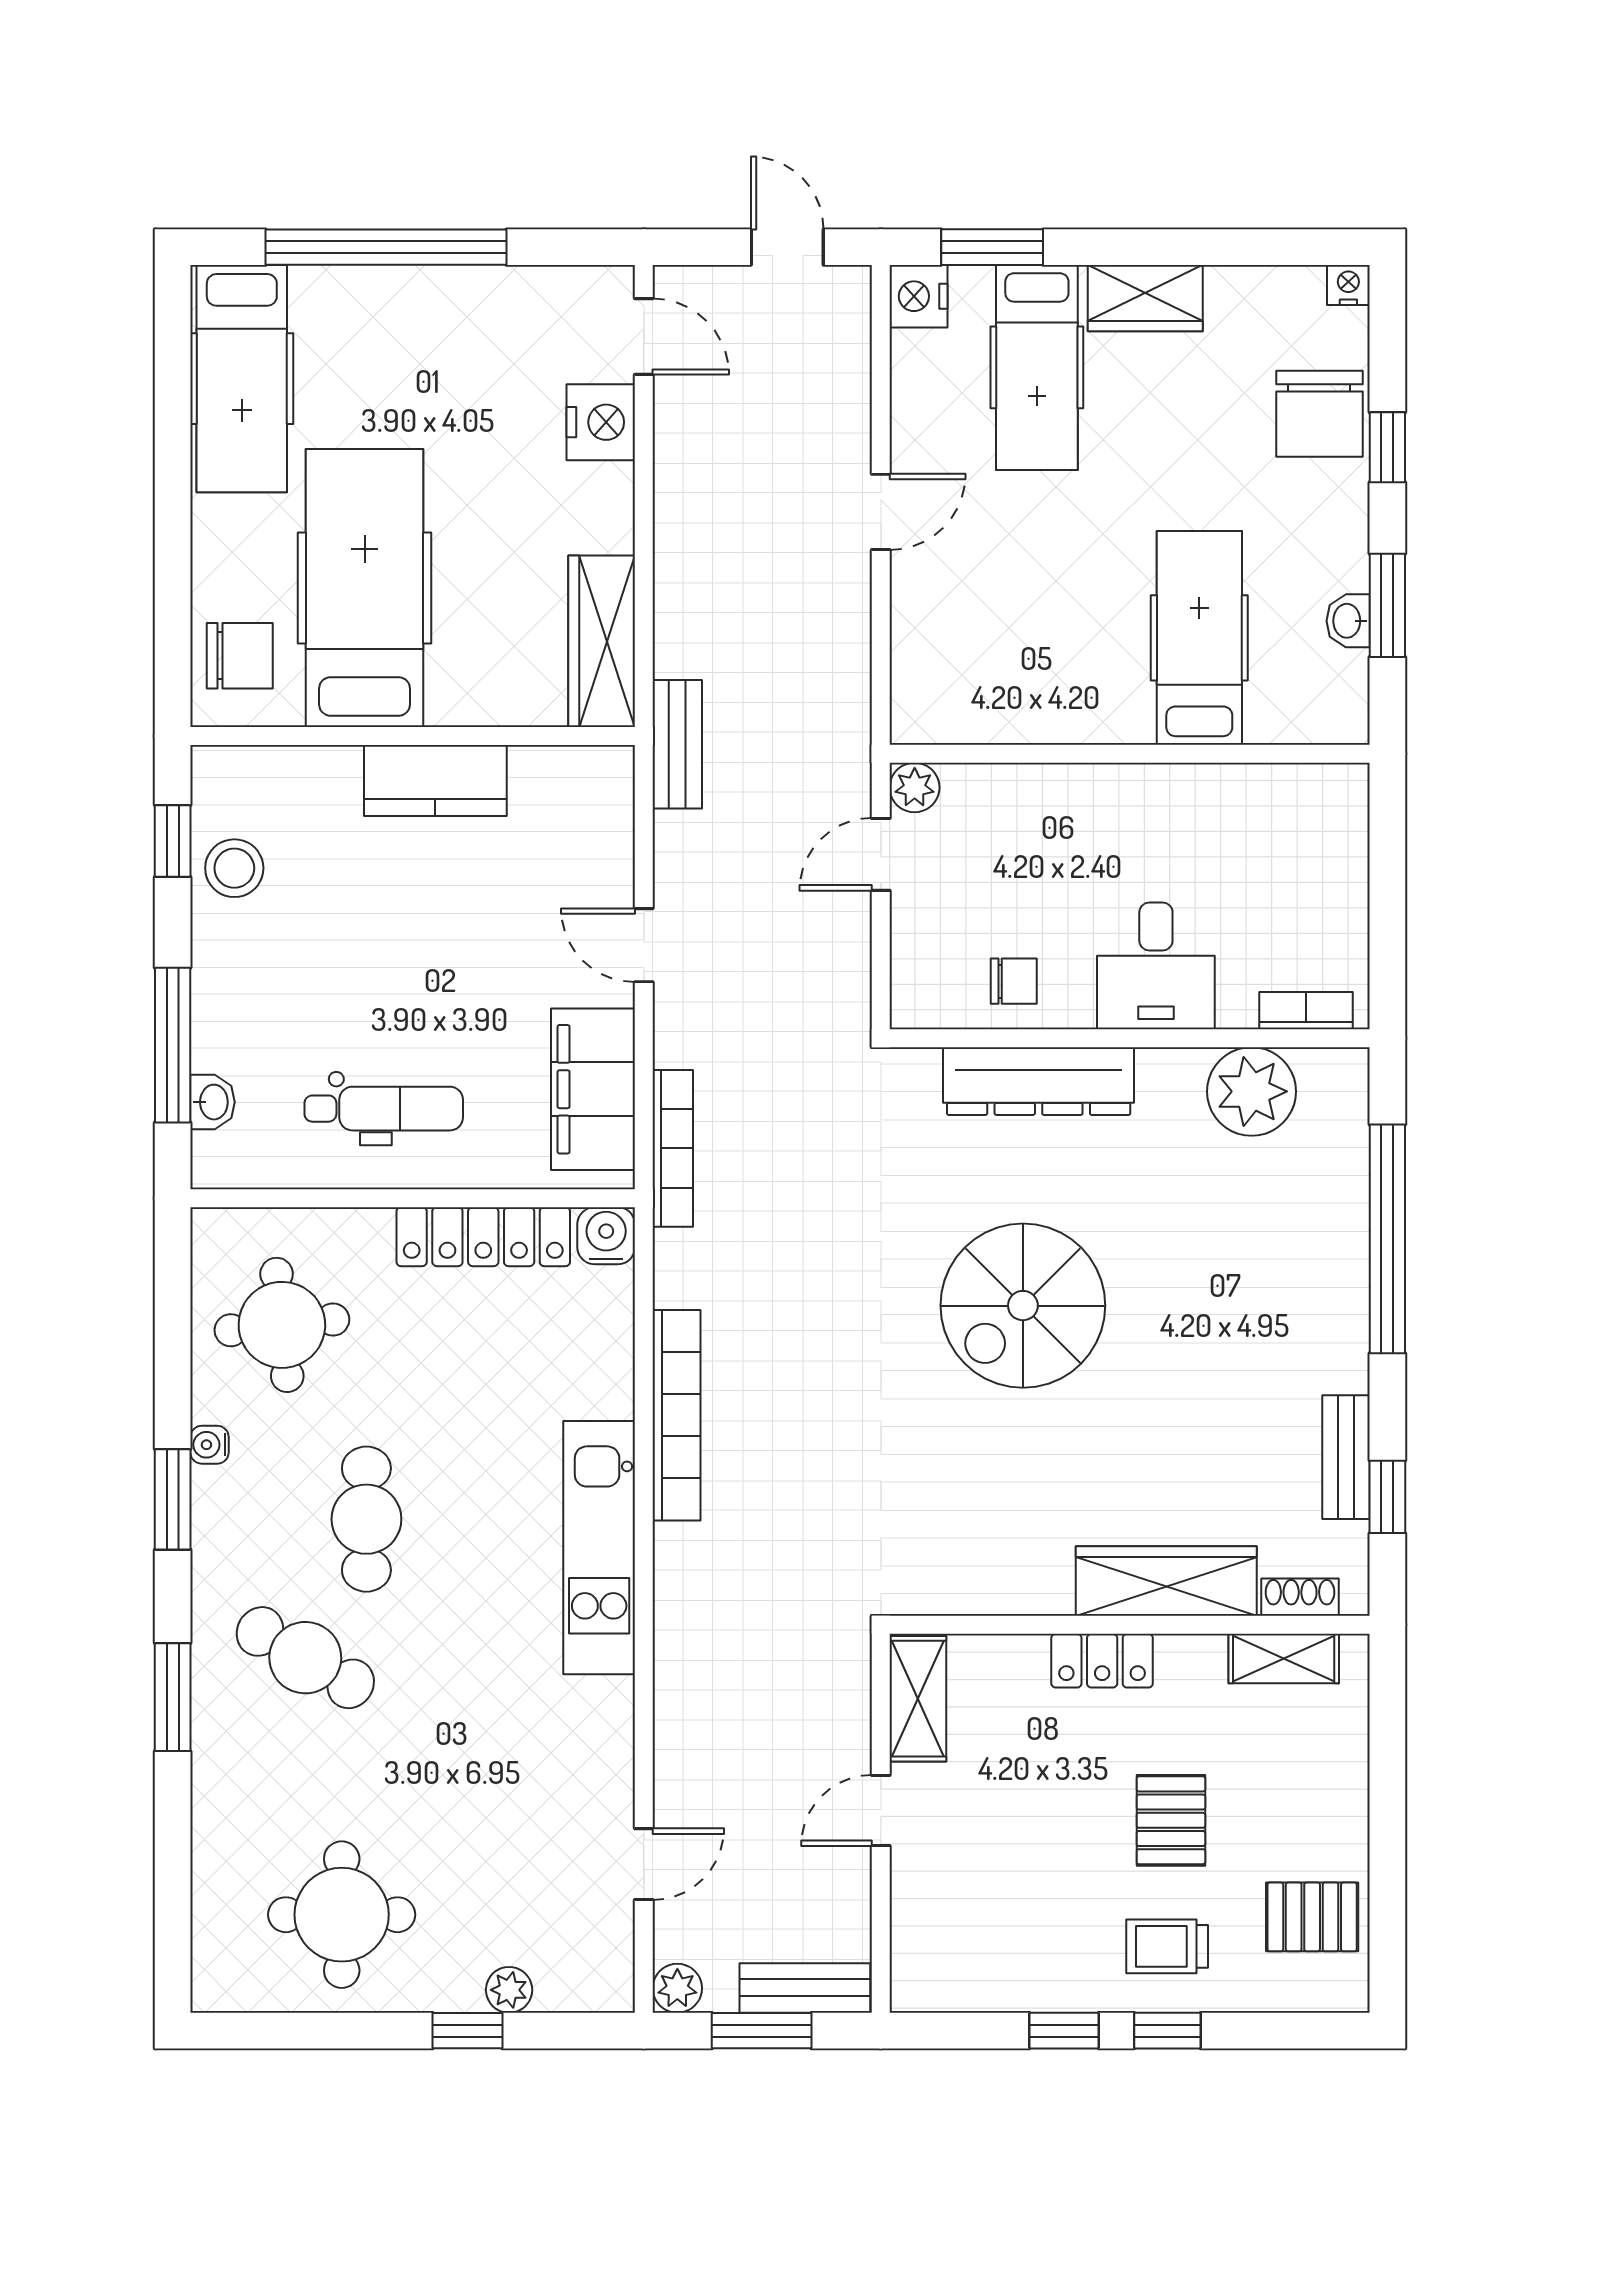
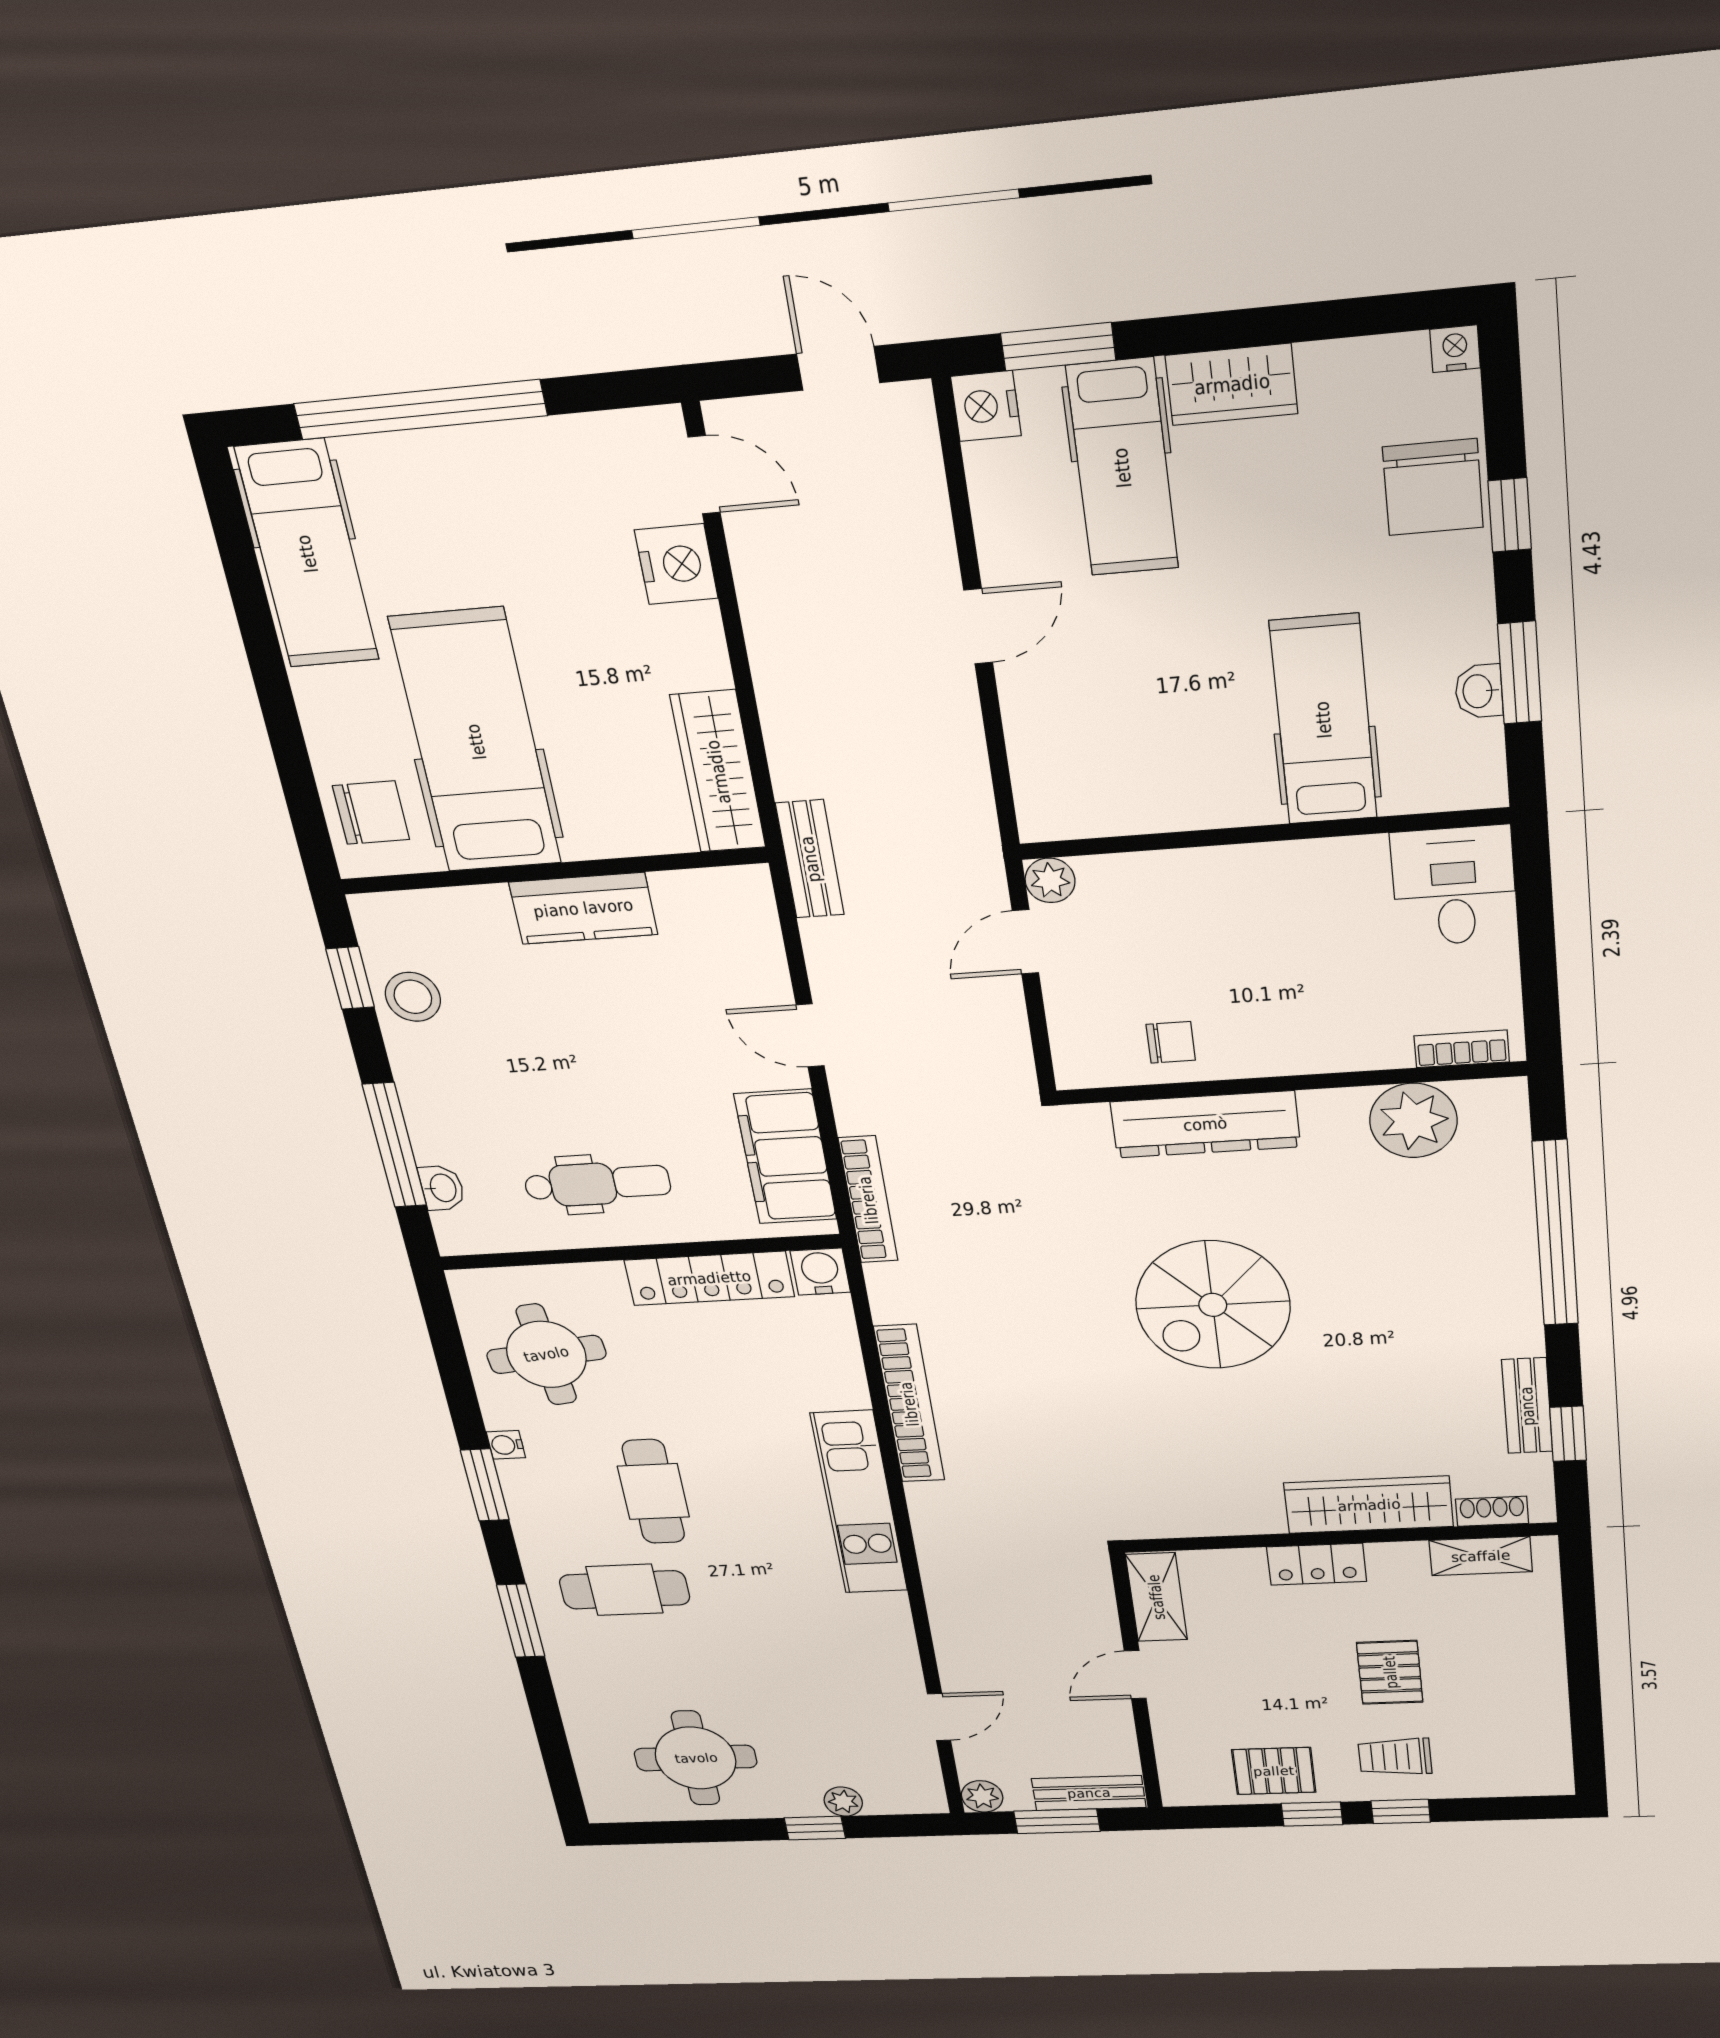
desk: (1156, 966) -> (1454, 886), moved, turned 180
cafe table: (305, 1658) -> (625, 1590), turned -30
pallet: (1312, 1917) -> (1274, 1771), moved

